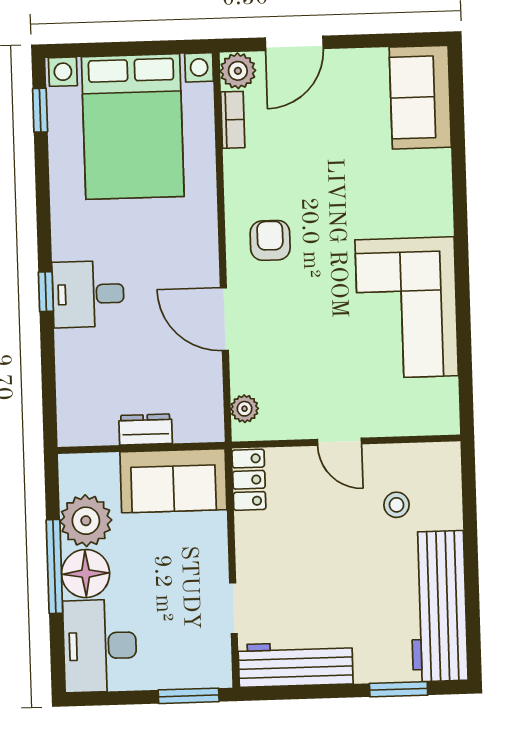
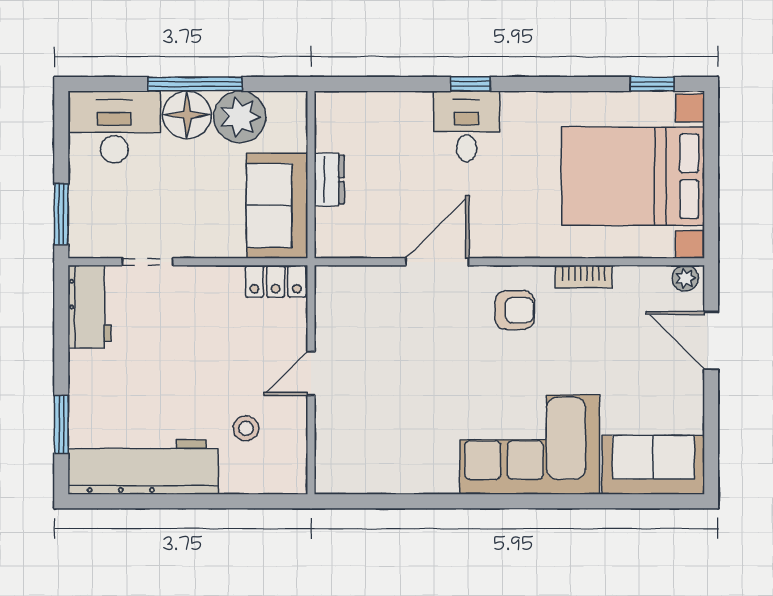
plant: (238, 71) -> (685, 278), width x0.73, depth x0.73
bookcase: (233, 120) -> (584, 276), moved
corner sofa: (407, 308) -> (530, 445), moved
plant: (245, 409) -> (347, 279), removed
workbench: (296, 664) -> (90, 307), width x0.73

